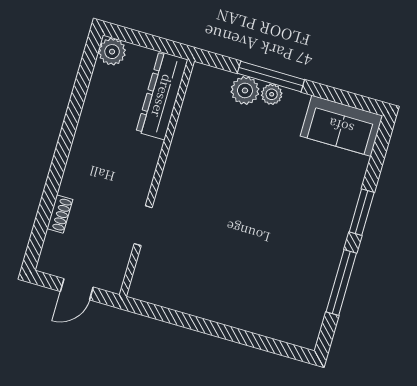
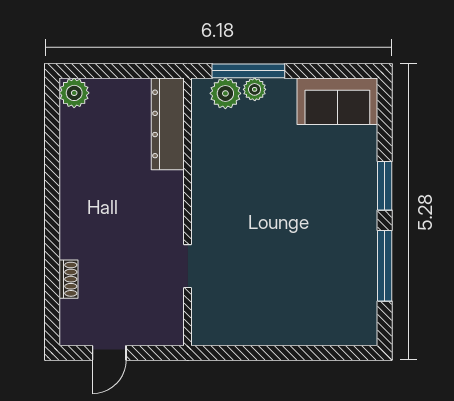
dresser: (162, 96) -> (168, 124), moved
wall: (157, 178) -> (188, 212), moved
doorway: (143, 226) -> (188, 266), moved

